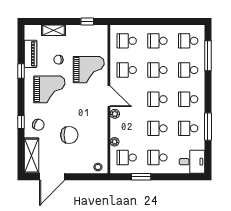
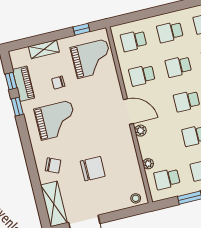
grand piano: (89, 70) -> (92, 59), moved
window: (21, 122) -> (11, 81), moved

